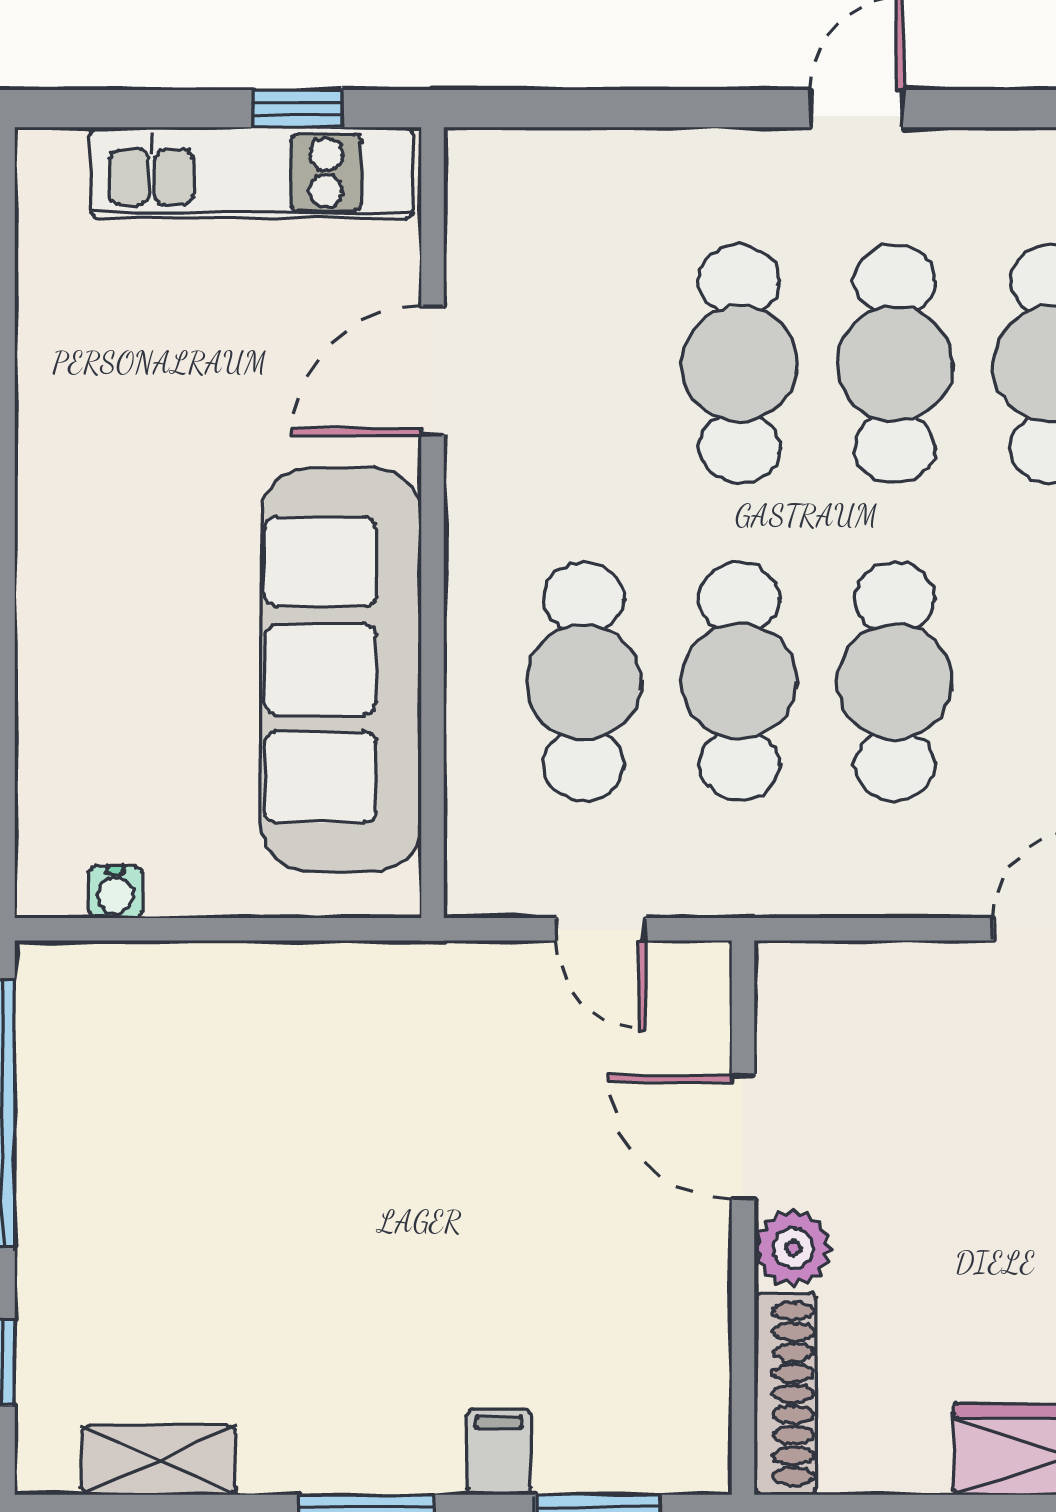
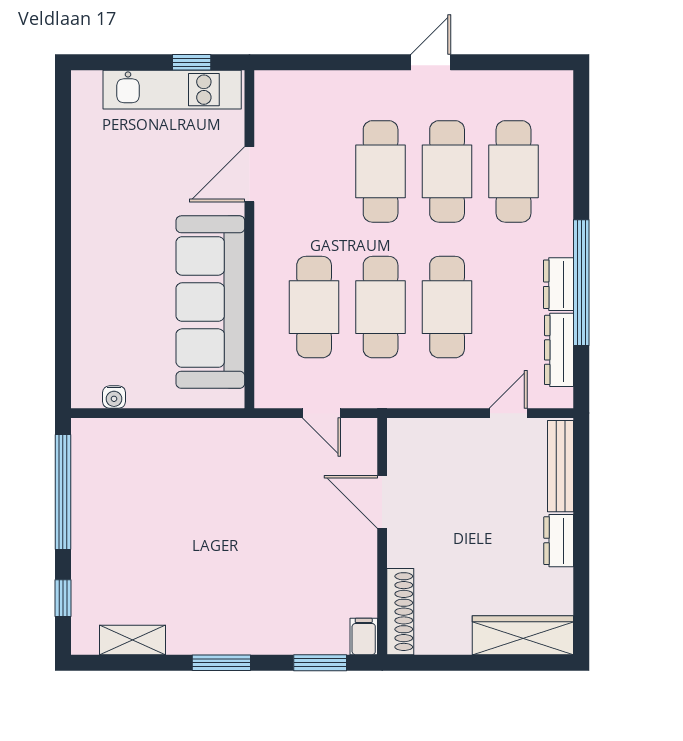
plant: (793, 1248) -> (403, 549), removed
filing cabinet: (499, 1452) -> (364, 637), moved

